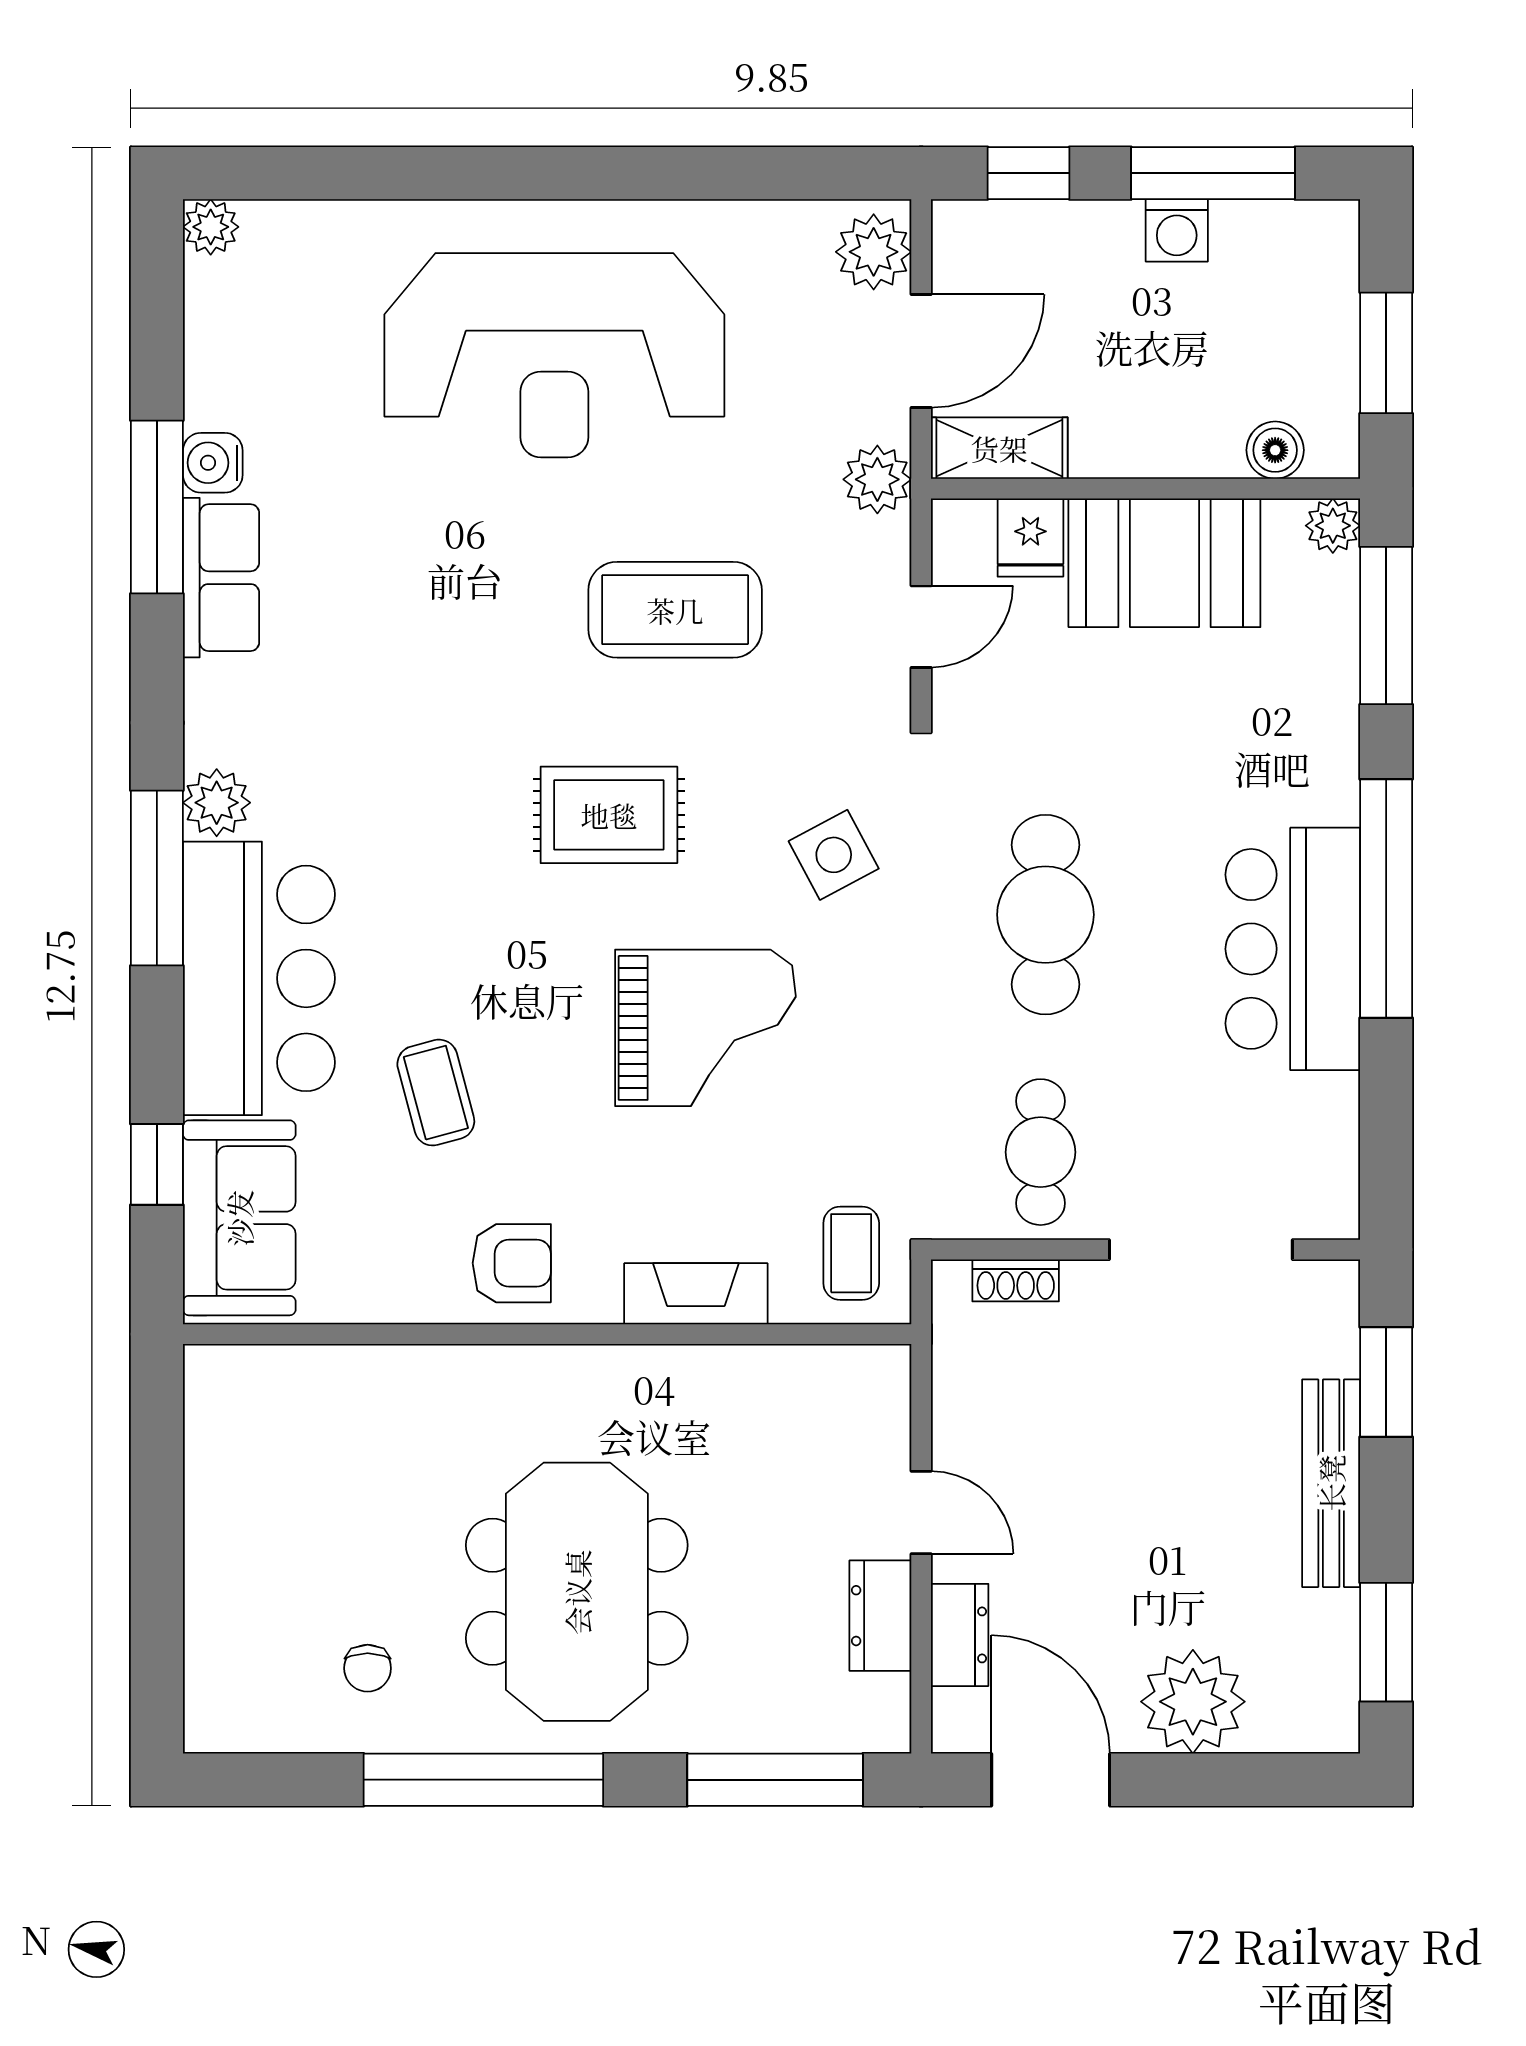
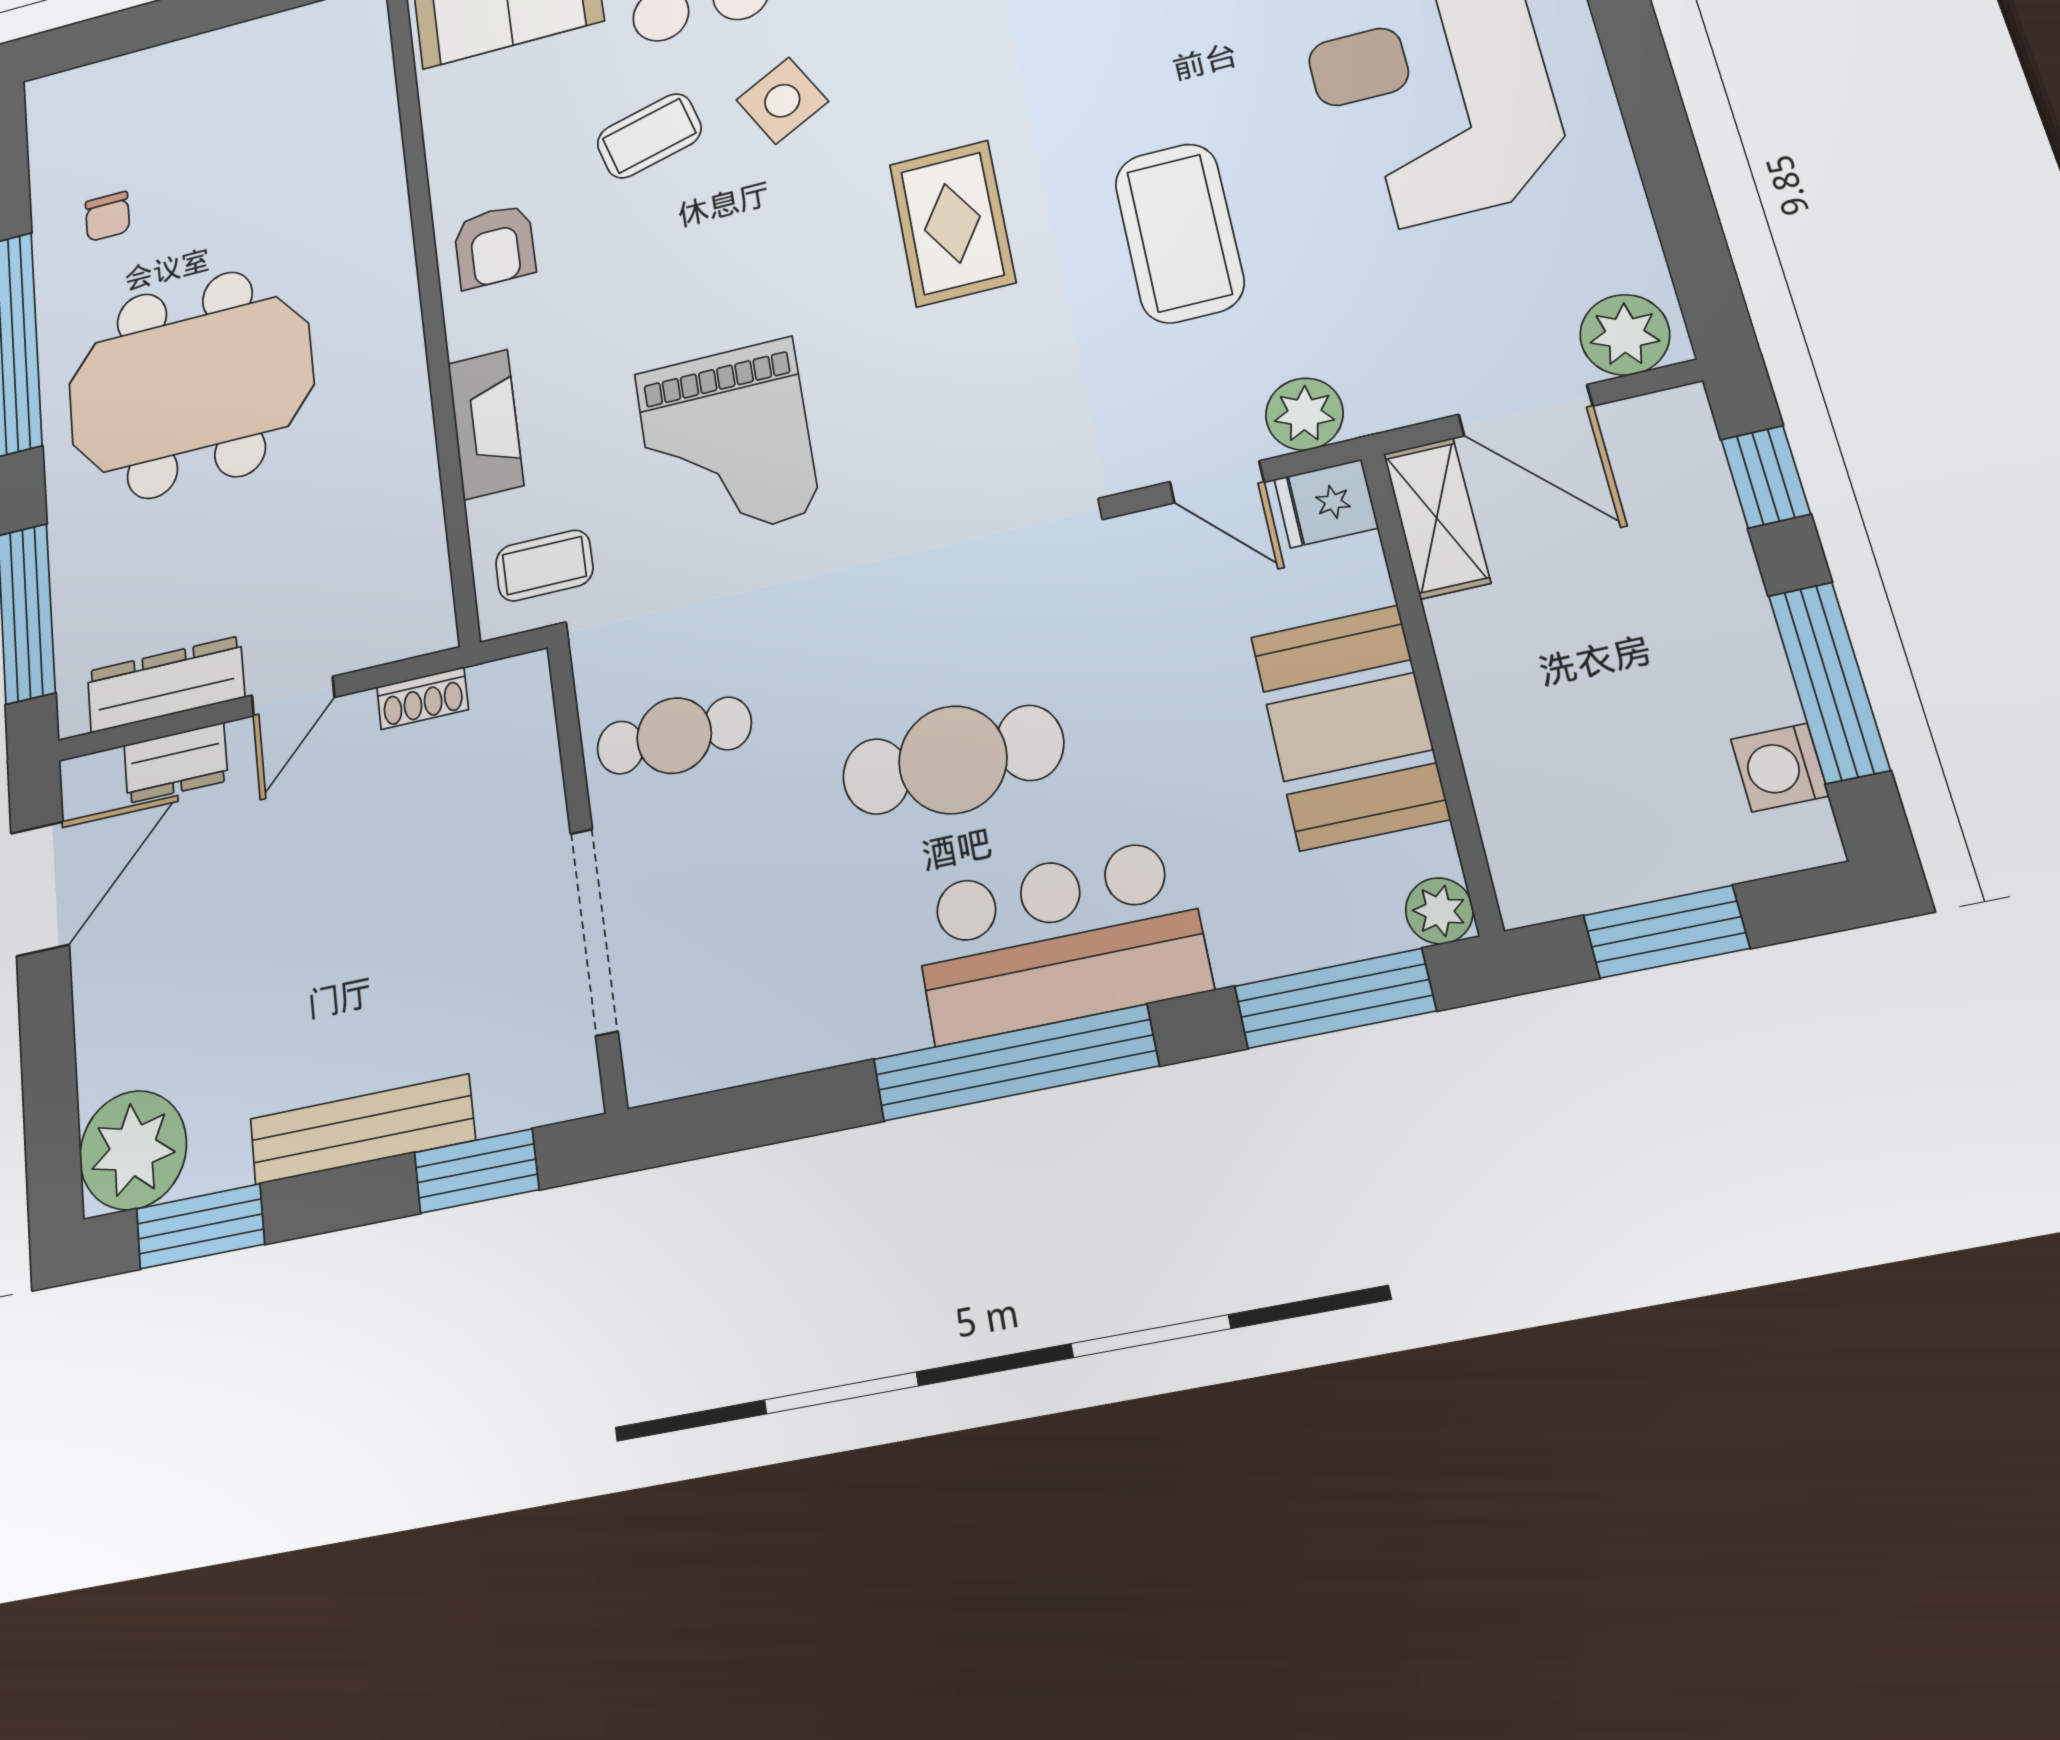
washing machine: (1177, 230) -> (1780, 767), moved
boiler: (1275, 450) -> (1513, 825), removed
plant: (877, 479) -> (1304, 414), moved
fridge: (1030, 538) -> (1326, 503), moved
side table: (834, 855) -> (782, 101), moved
cafe table: (1045, 915) -> (953, 760), moved
bar counter: (1293, 949) -> (1059, 940), moved
grand piano: (705, 1028) -> (726, 442), moved
shoe rack: (1016, 1280) -> (422, 698), moved, turned -90
dresser: (880, 1616) -> (166, 684), width x1.44
chair: (368, 1668) -> (108, 216), turned -90
plant: (1193, 1702) -> (133, 1150), moved

